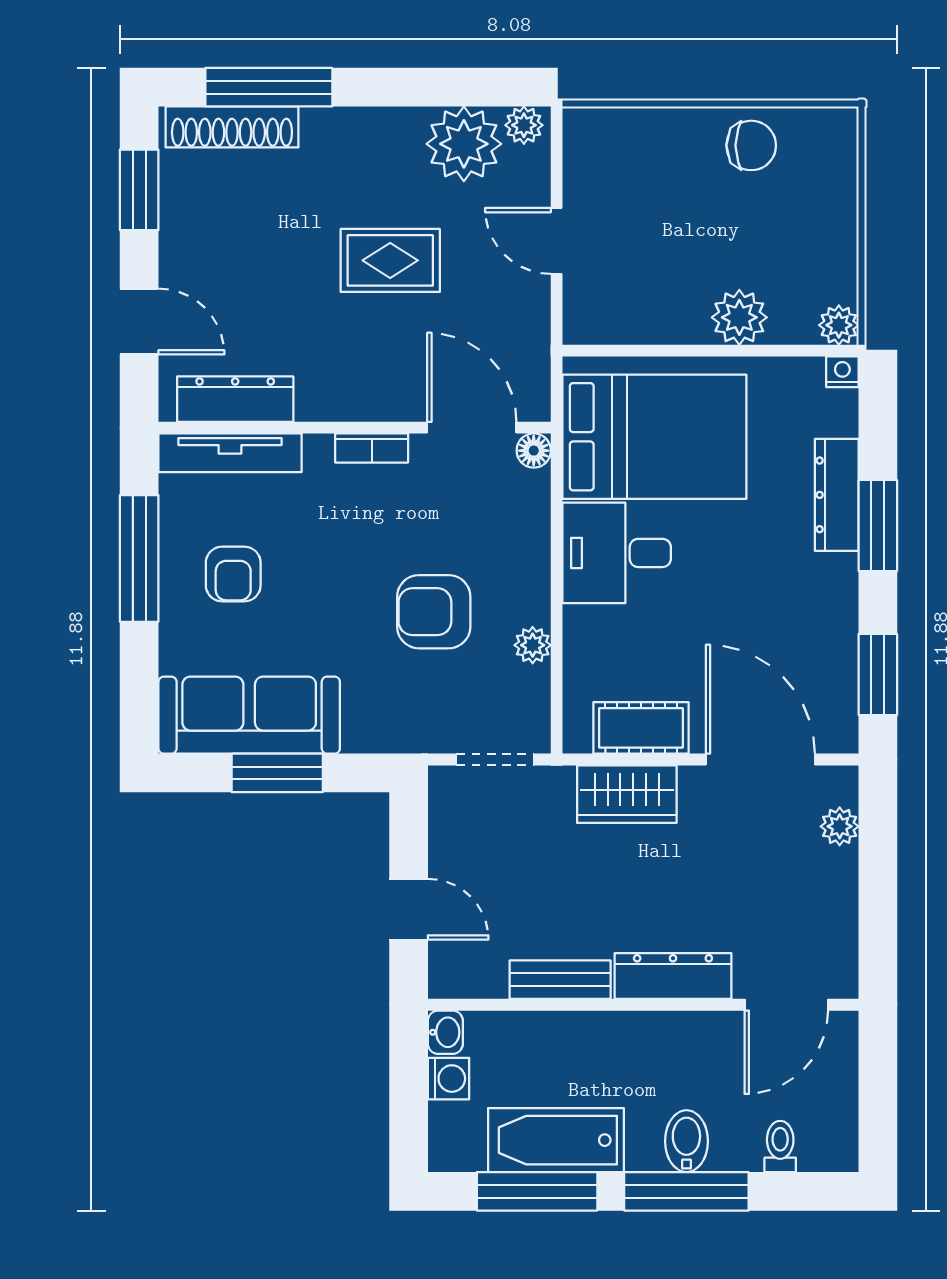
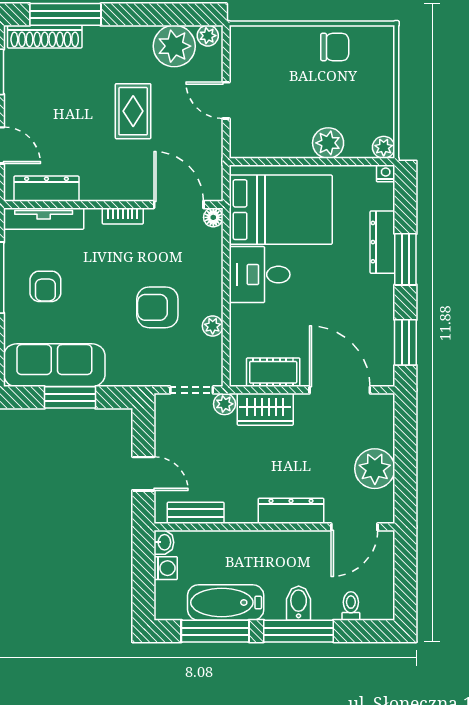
rug: (390, 260) -> (133, 111), turned 90
plant: (554, 785) -> (224, 404), added
plant: (840, 826) -> (375, 469), moved, width x1.88, depth x1.88
bench: (560, 980) -> (196, 513), moved

